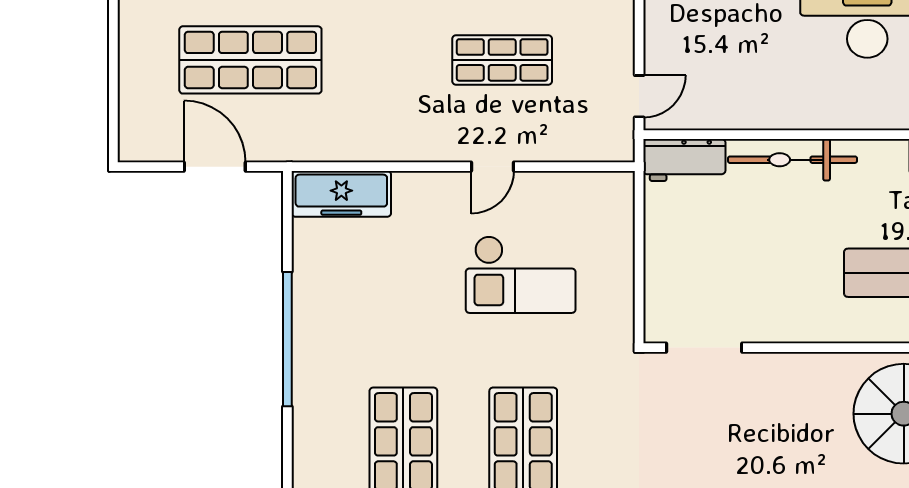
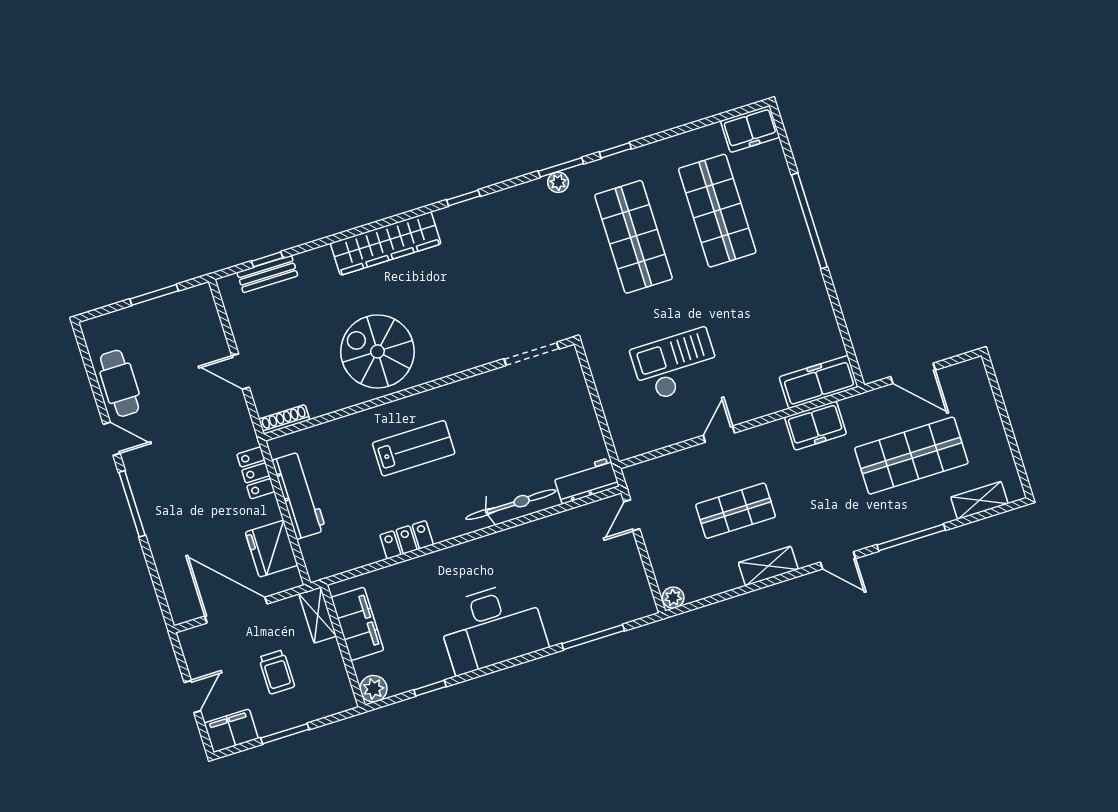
freezer: (363, 138) -> (816, 426), added
window: (287, 339) -> (809, 221), moved

